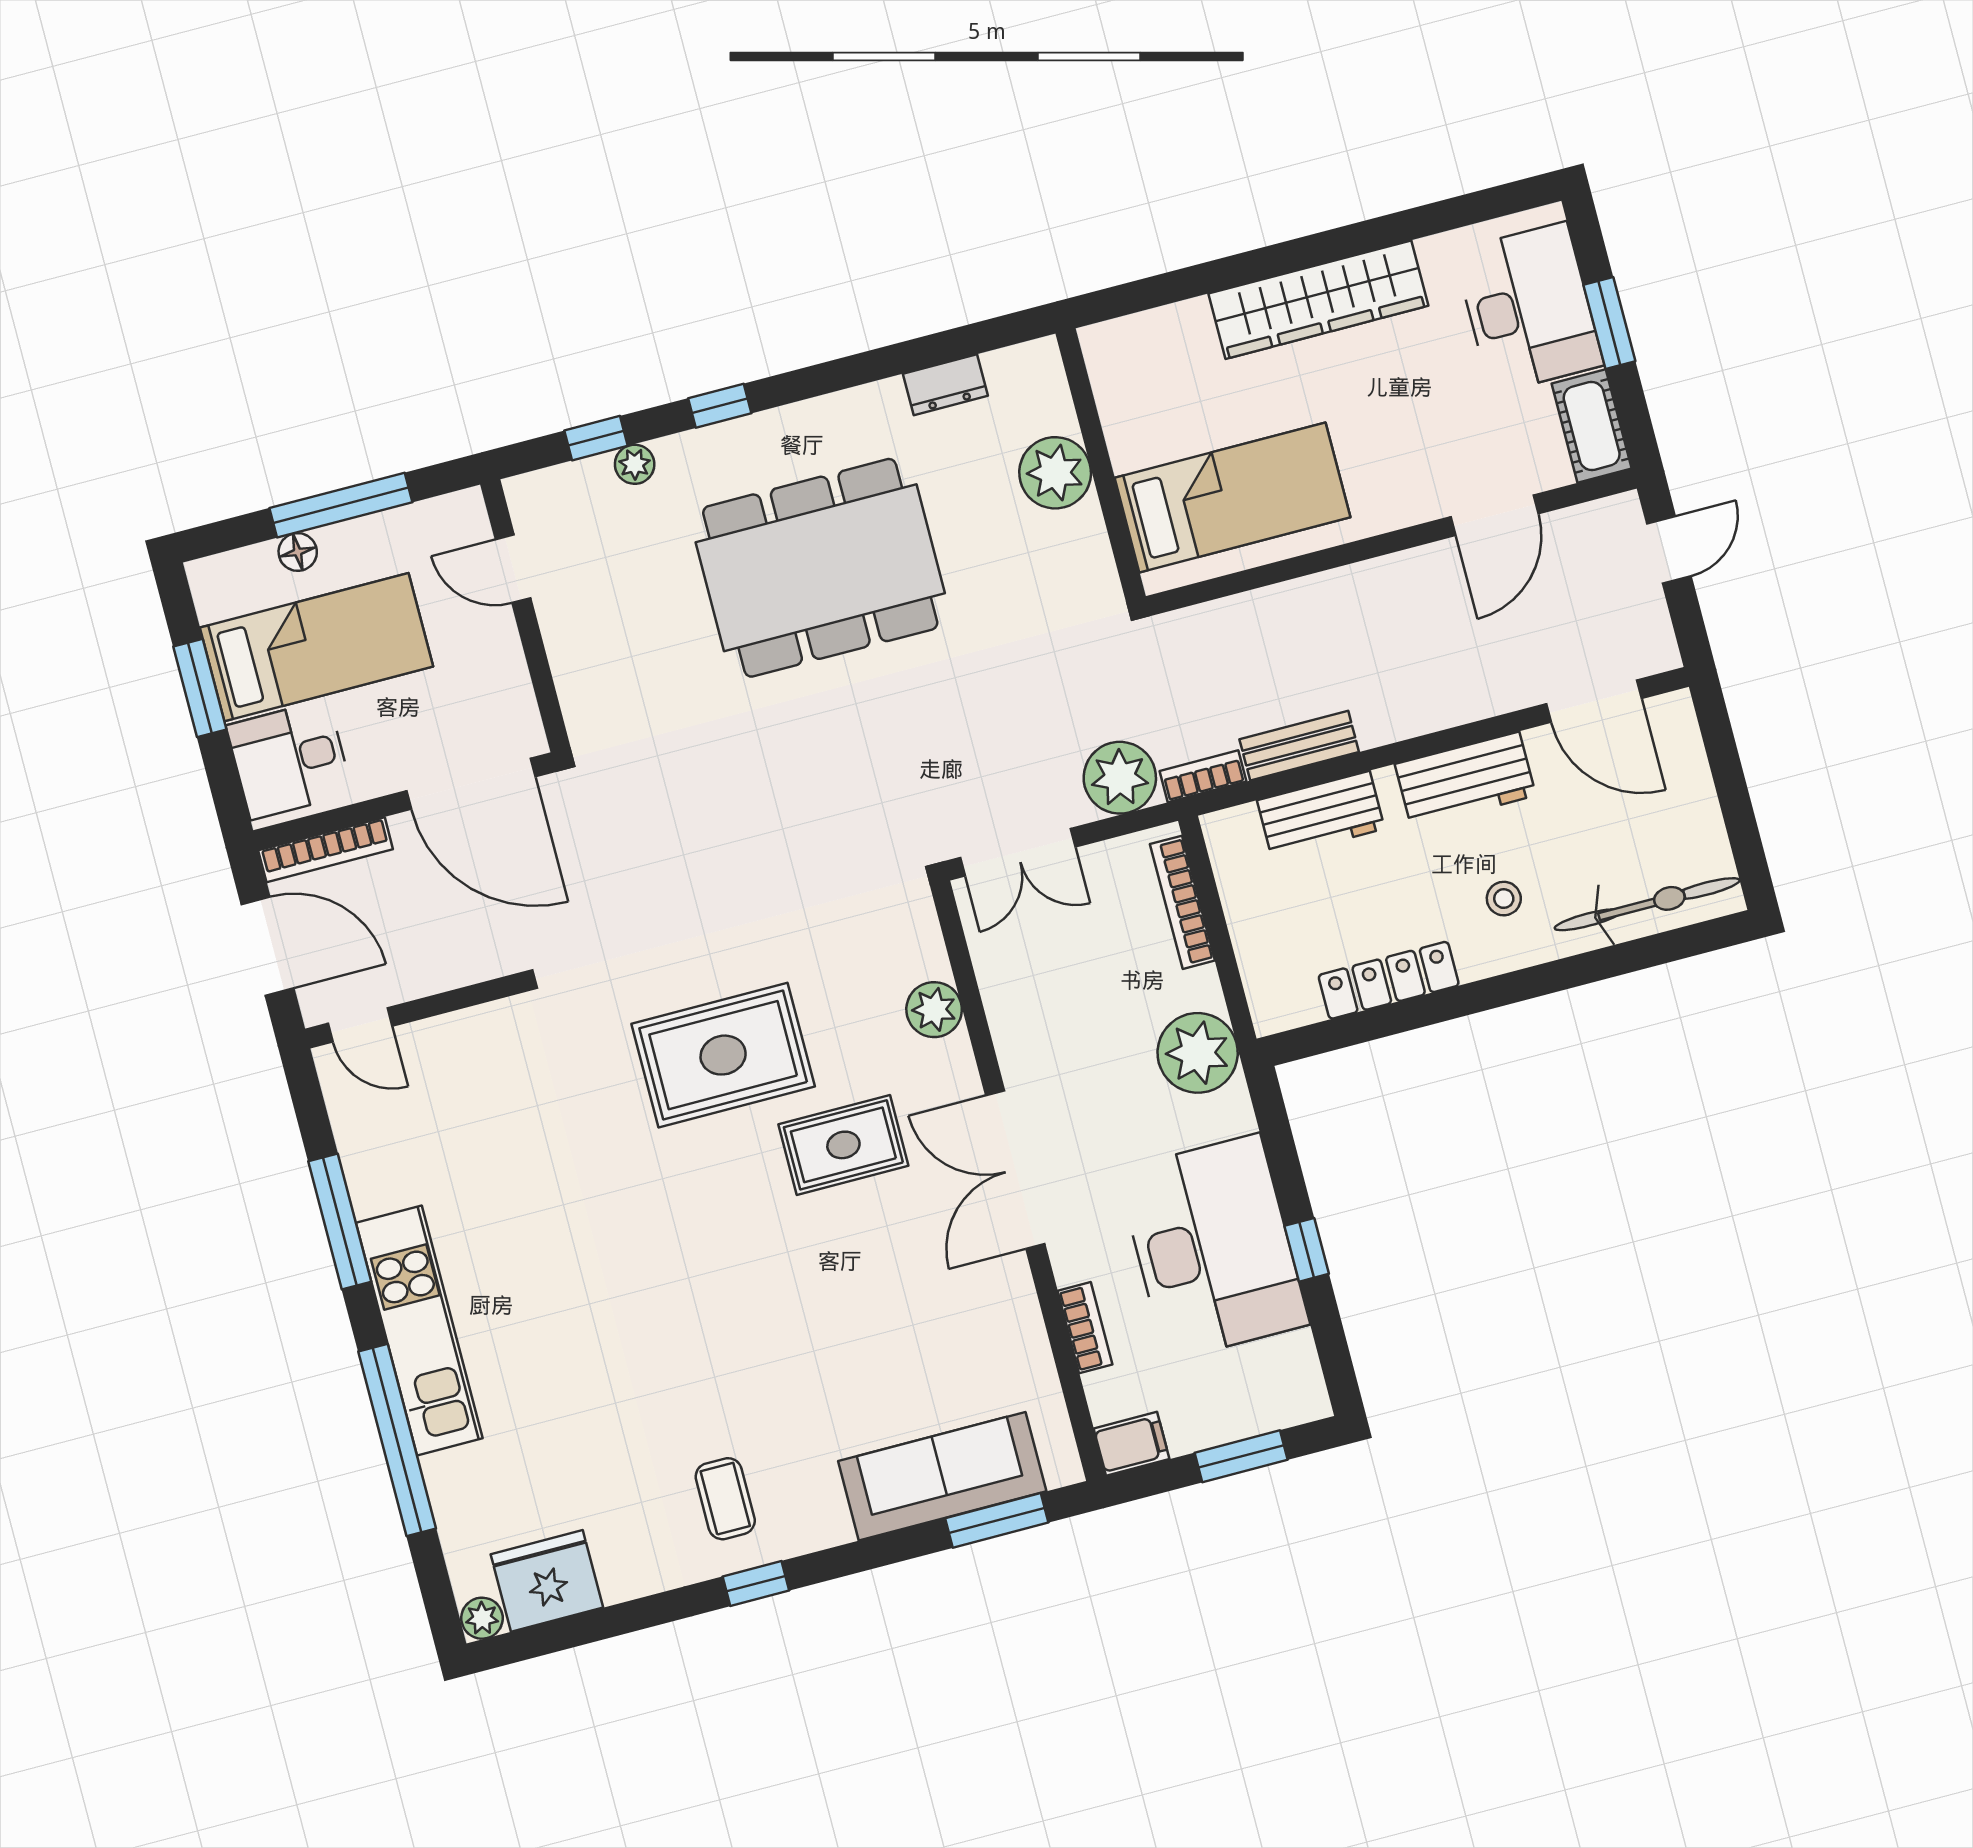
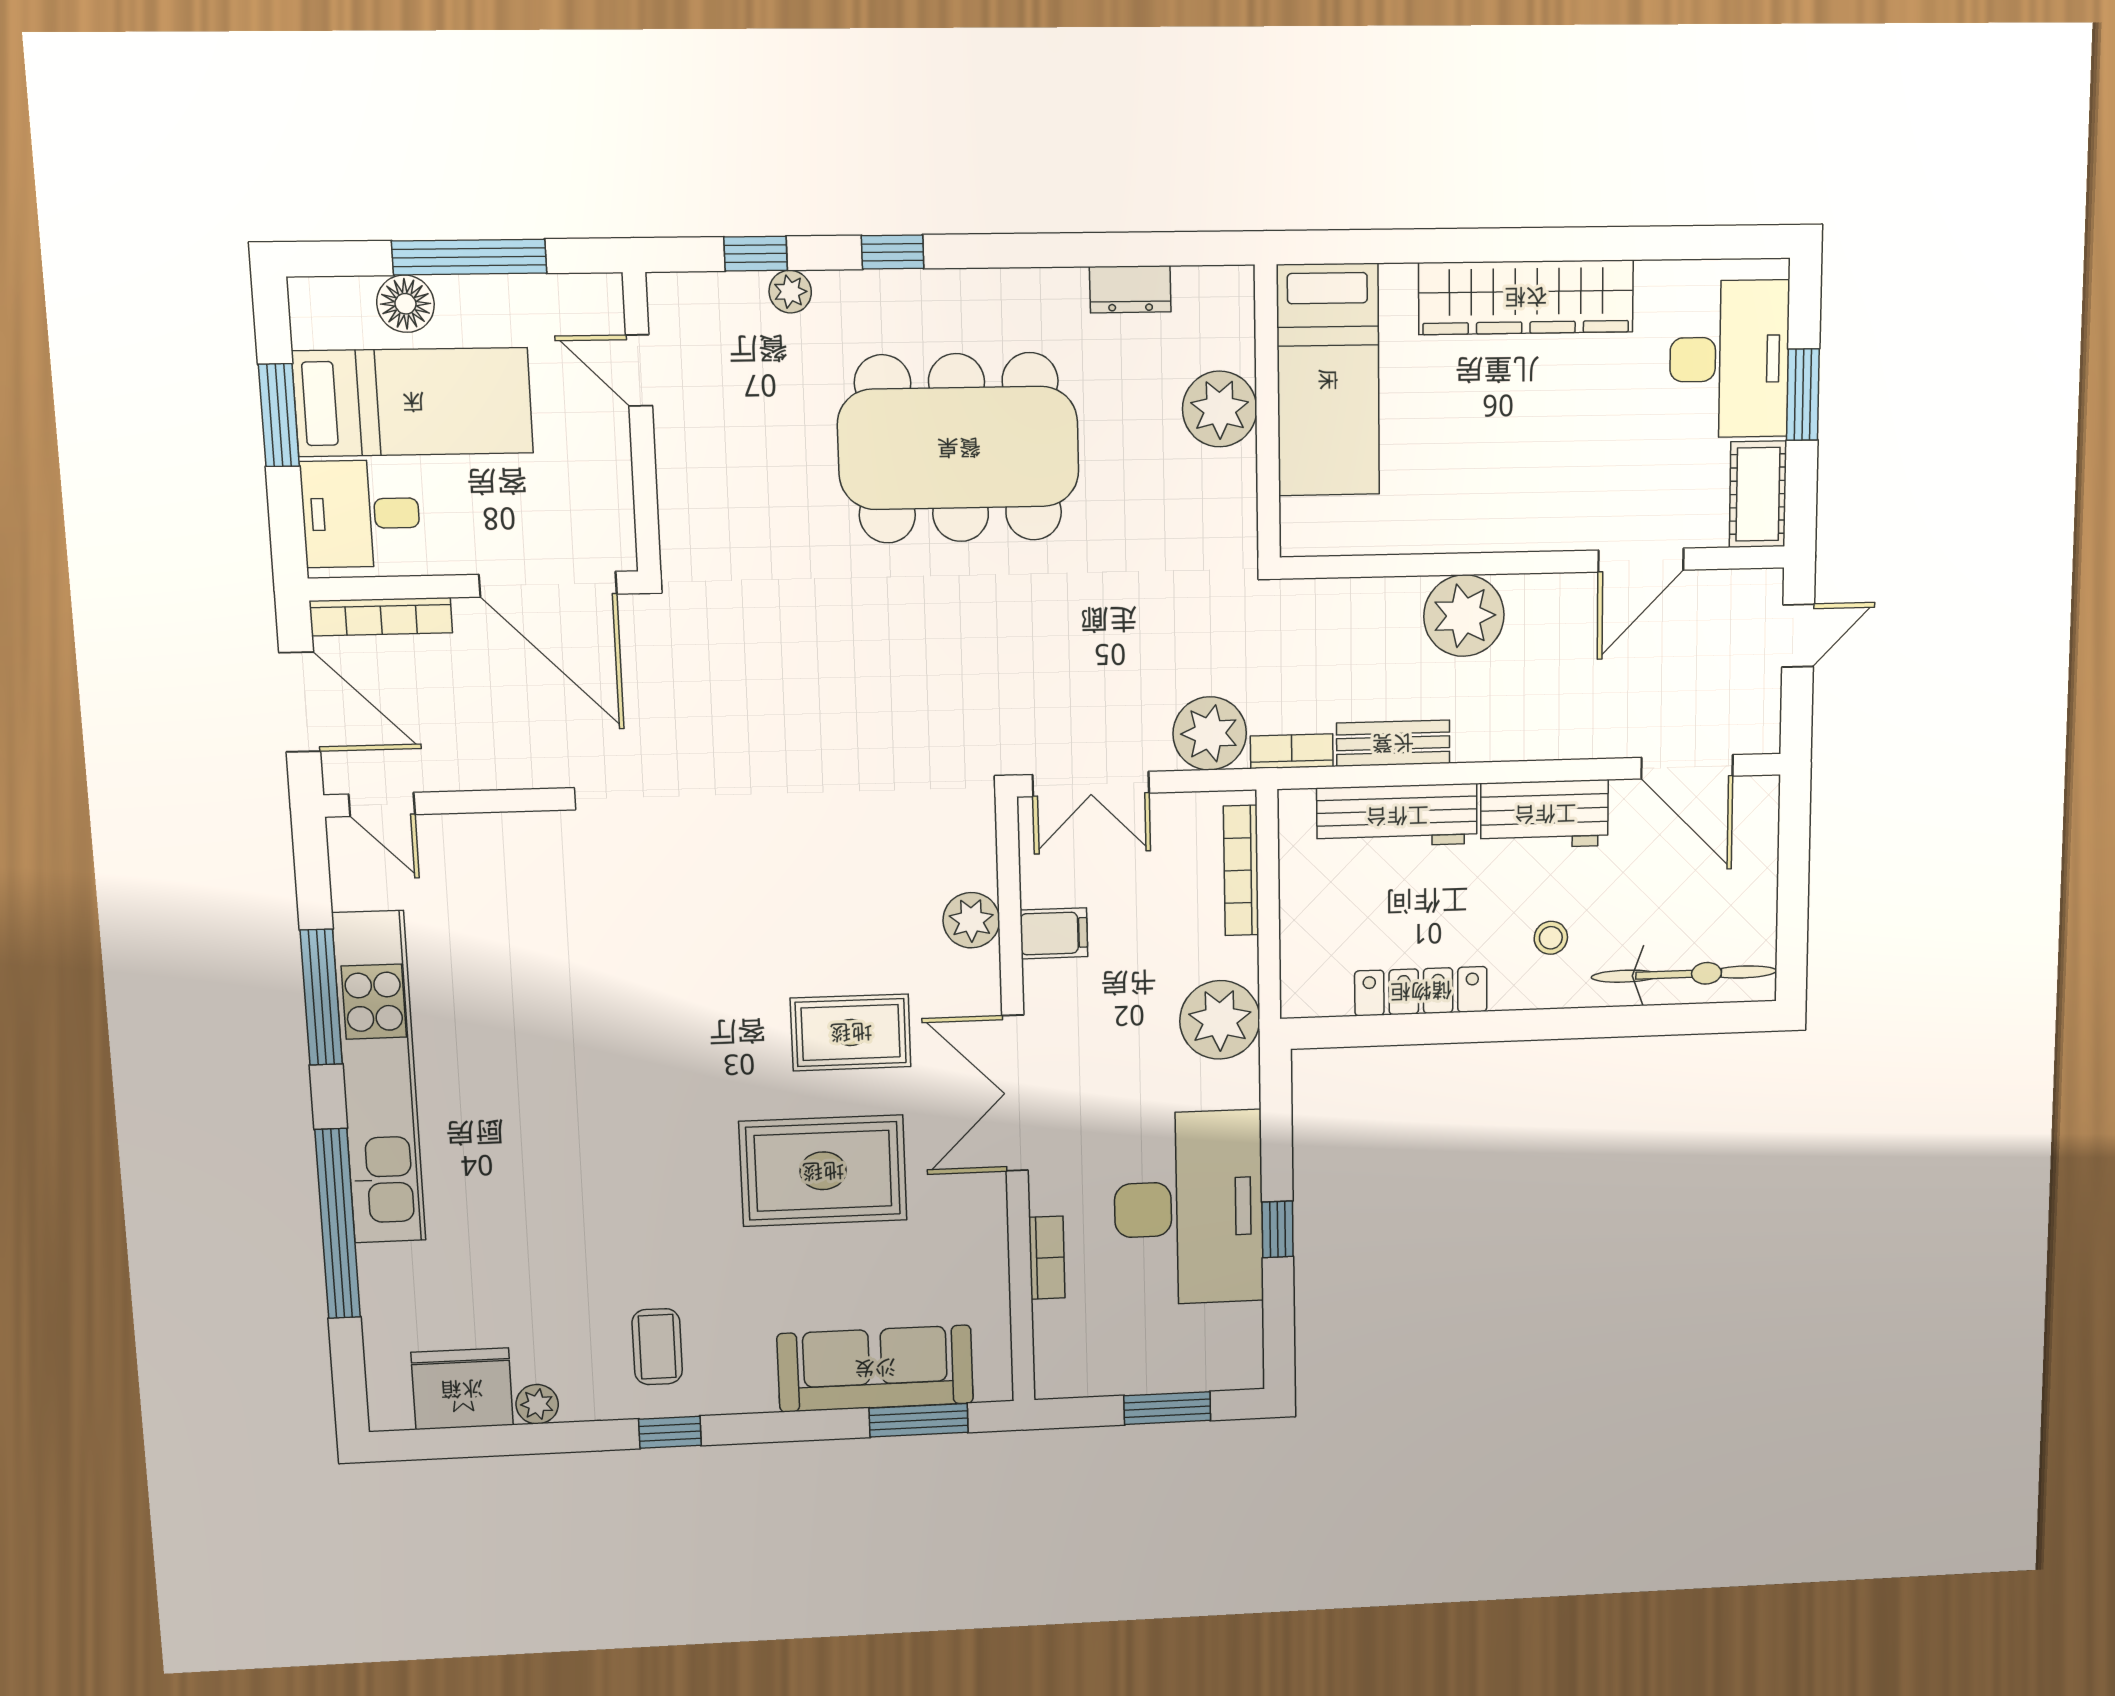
bed: (1232, 497) -> (1328, 380), moved, turned 90
floor lamp: (298, 552) -> (405, 304), width x1.37, depth x1.37
plant: (1336, 608) -> (1464, 616), added
workbench: (1321, 814) -> (1397, 816), width x1.38
rug: (723, 1055) -> (823, 1171), moved
kitchen unit: (419, 1331) -> (379, 1078), width x1.36
filing cabinet: (1132, 1444) -> (1054, 933), moved
plant: (482, 1618) -> (537, 1404), moved

